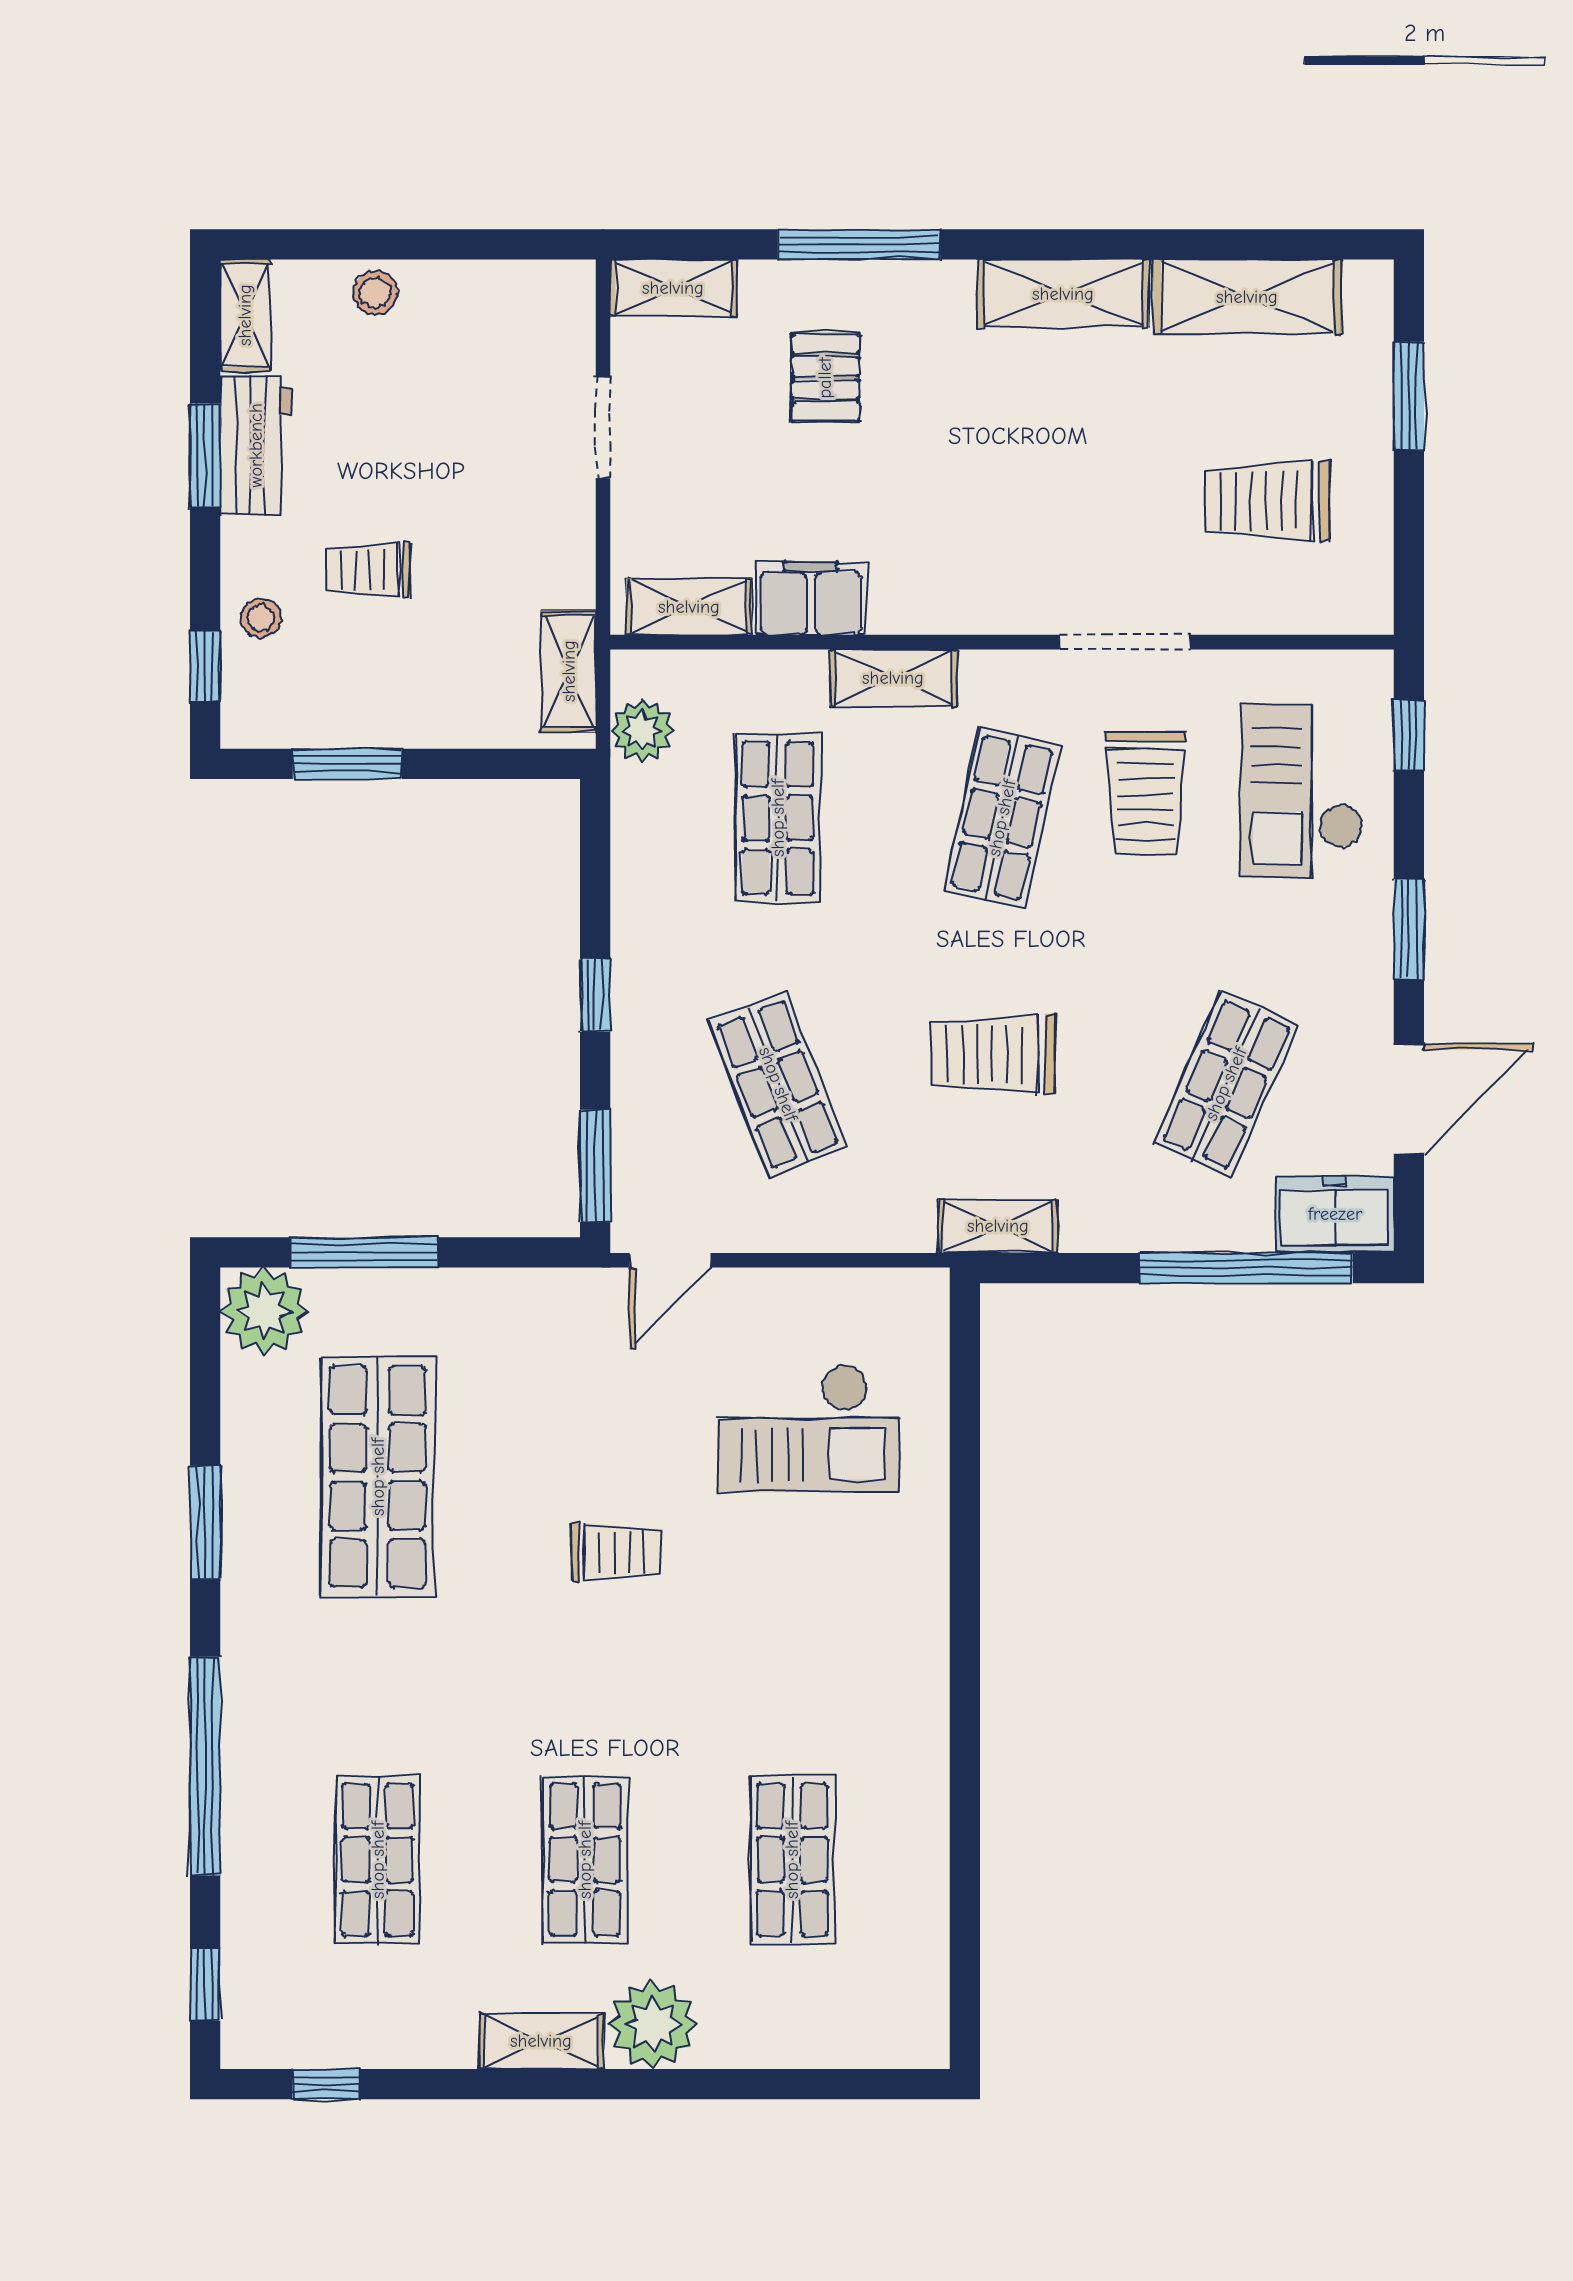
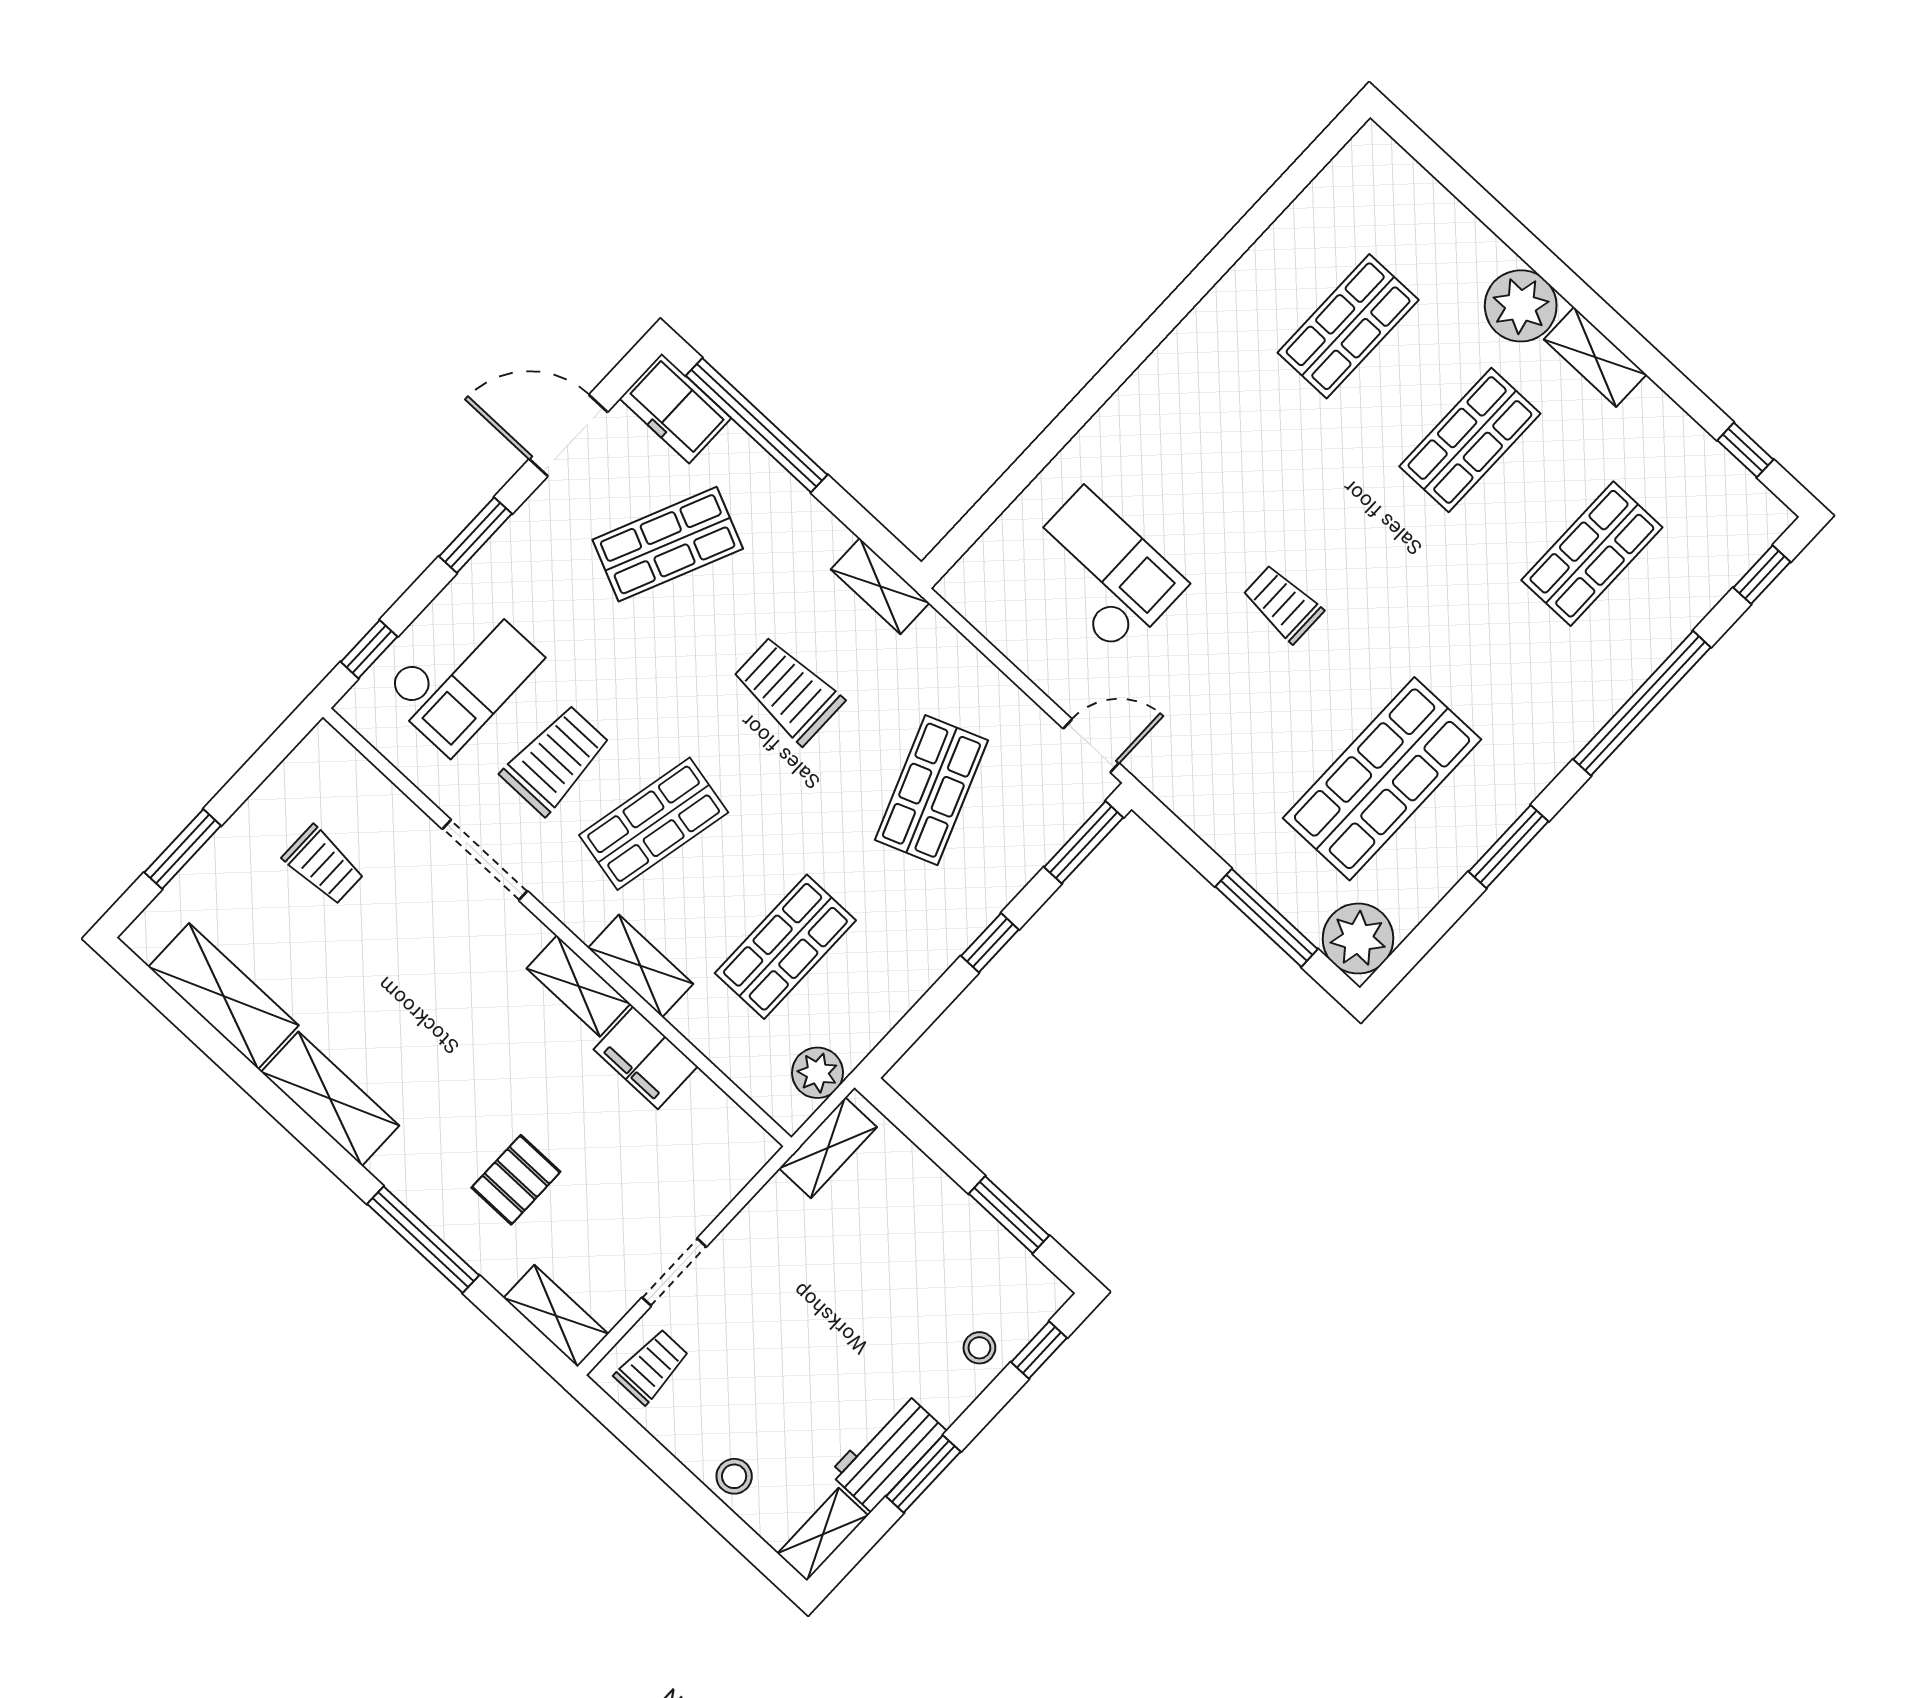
trolley: (1267, 500) -> (323, 865), width x0.73, depth x0.72
trolley: (368, 570) -> (652, 1366), moved, turned -90
shelving: (689, 607) -> (579, 986), moved
trolley: (993, 1054) -> (788, 690), turned 180

